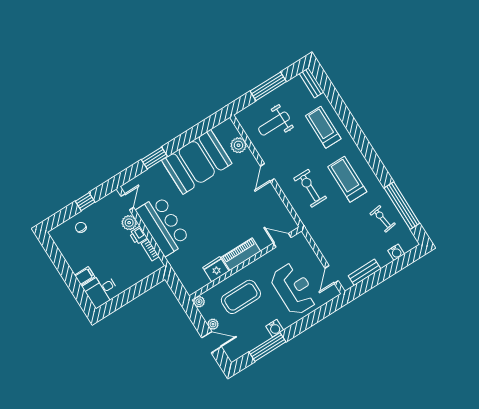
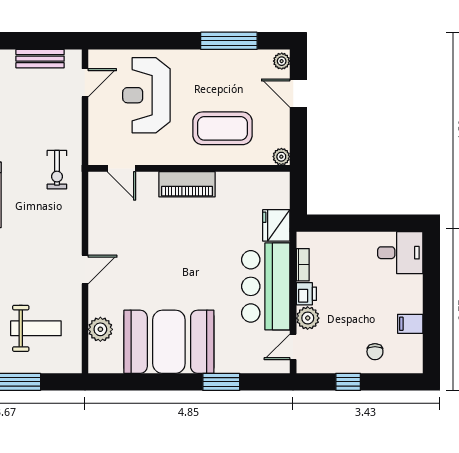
exercise bike: (310, 188) -> (57, 170), moved, width x0.73, depth x0.72
fridge: (216, 269) -> (276, 225), moved, turned 90
filing cabinet: (85, 276) -> (410, 324), moved
plant: (213, 324) -> (282, 61), moved
water cooler: (275, 328) -> (204, 60), removed

